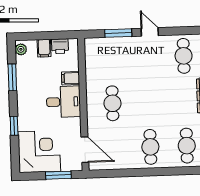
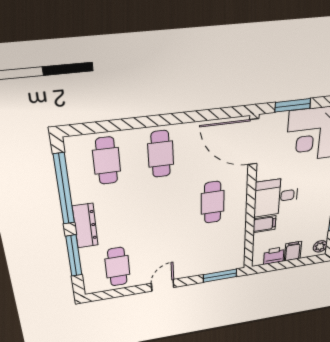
door: (150, 32) -> (163, 285), swing flipped
window: (118, 33) -> (220, 276), moved
door: (85, 150) -> (253, 142), width x1.36

